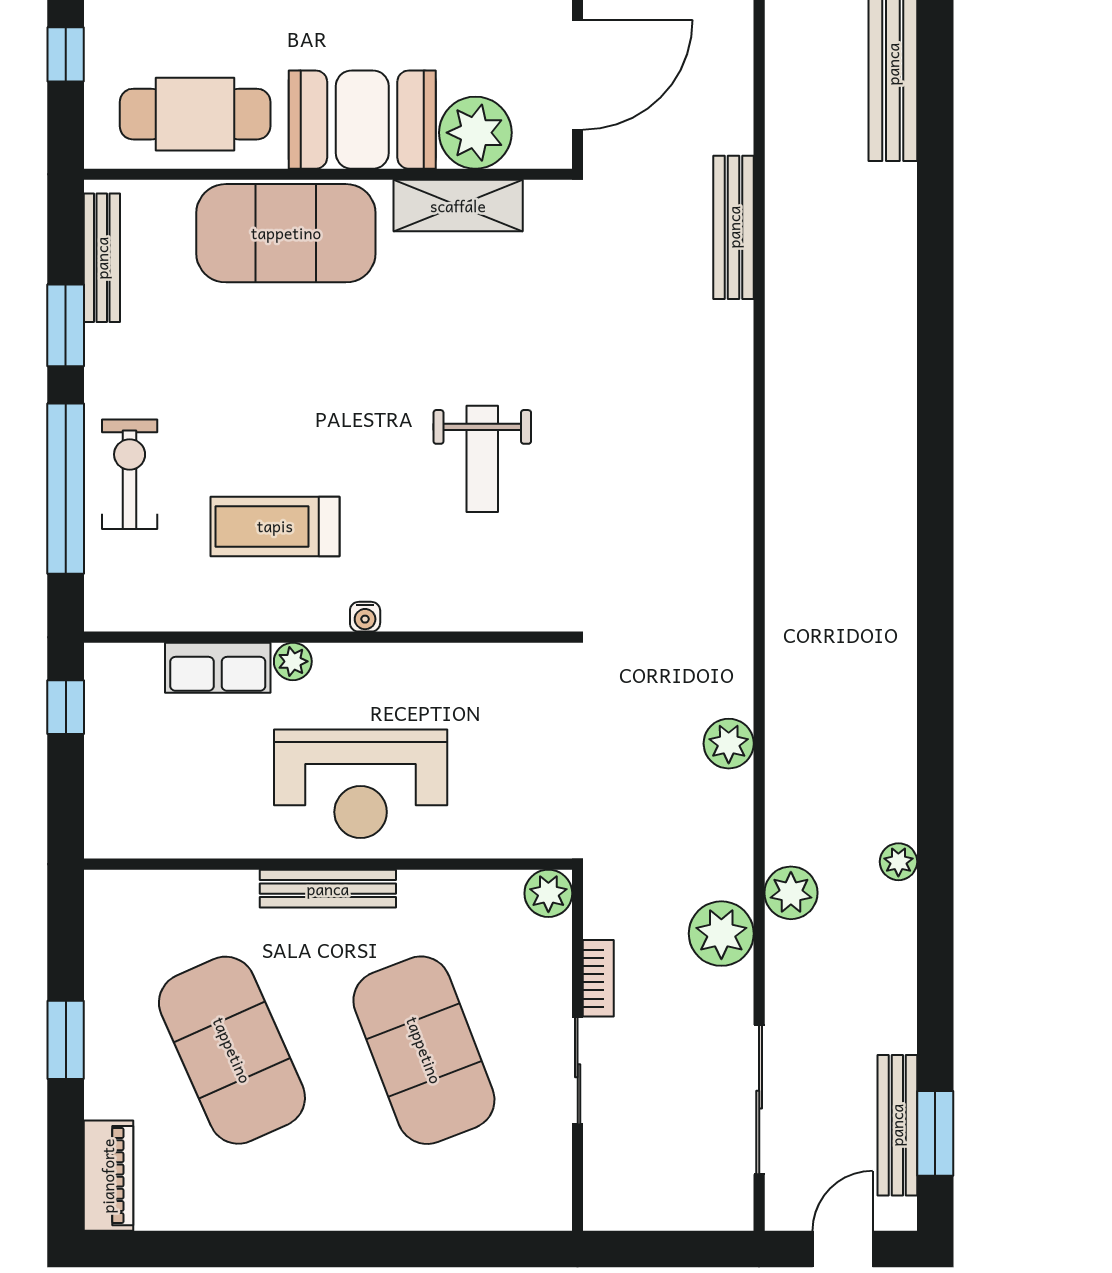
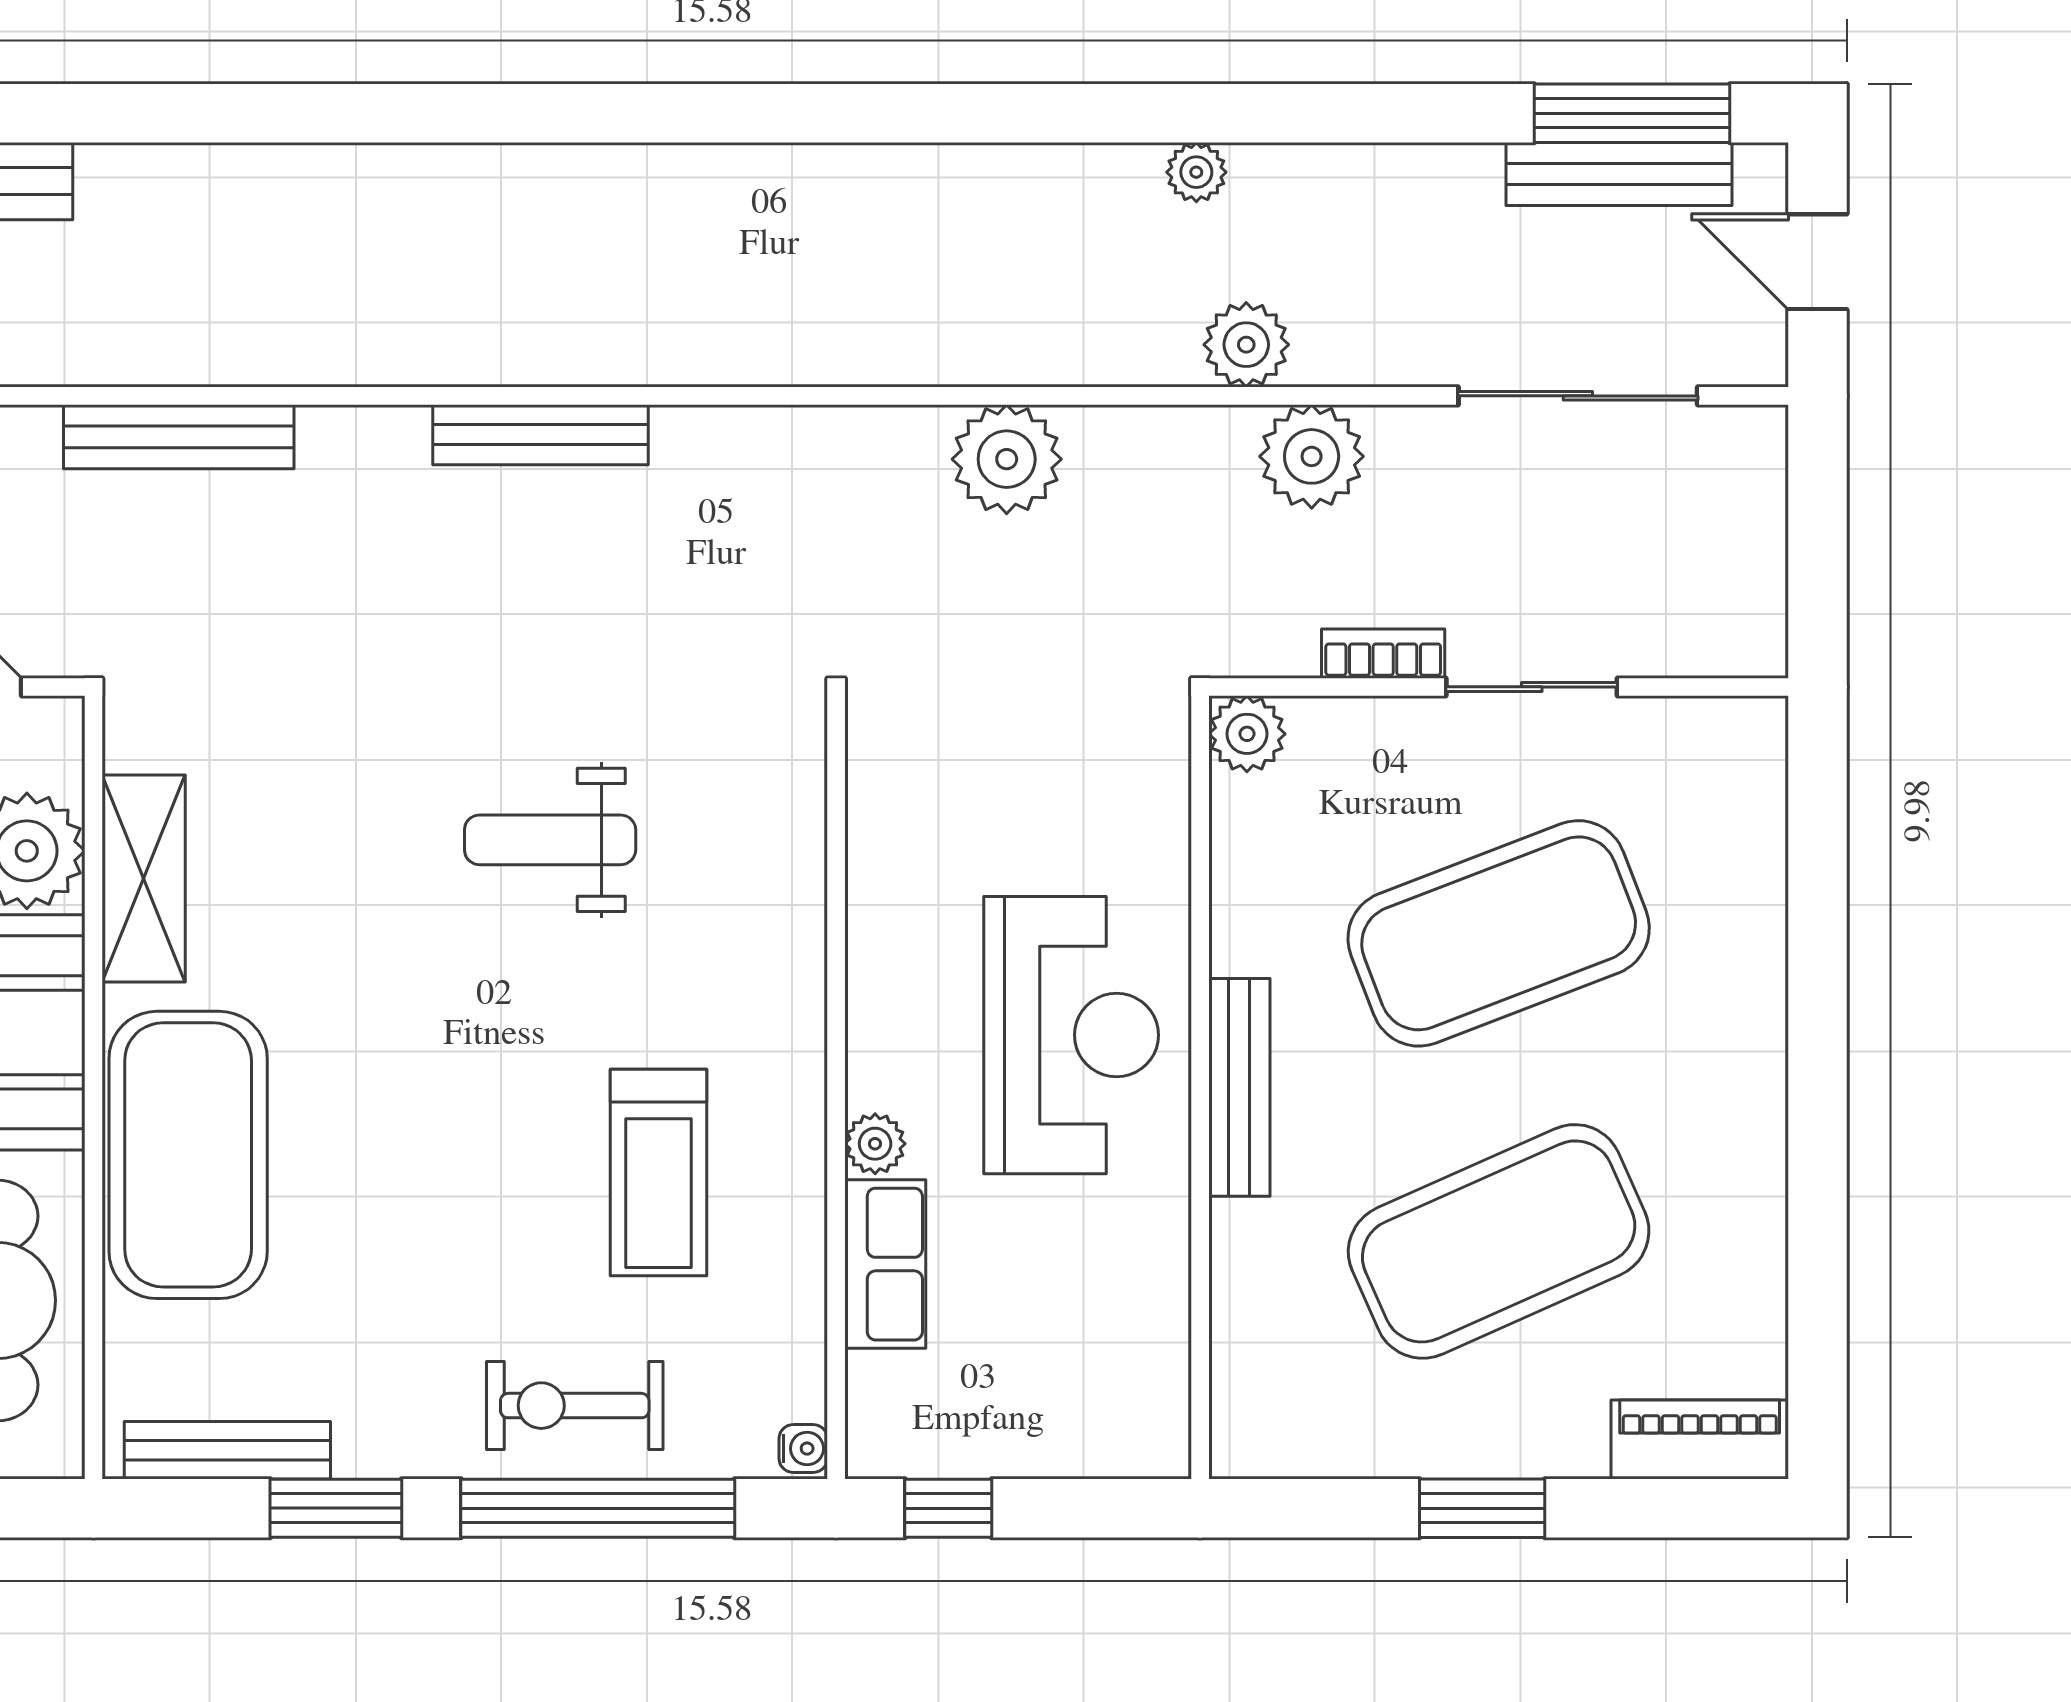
bench: (735, 453) -> (541, 435), added
weight bench: (482, 459) -> (550, 840), turned 180
water cooler: (365, 617) -> (803, 1449), moved
plant: (729, 744) -> (1007, 459), width x1.36, depth x1.36
window: (935, 1133) -> (1632, 113), width x1.44

